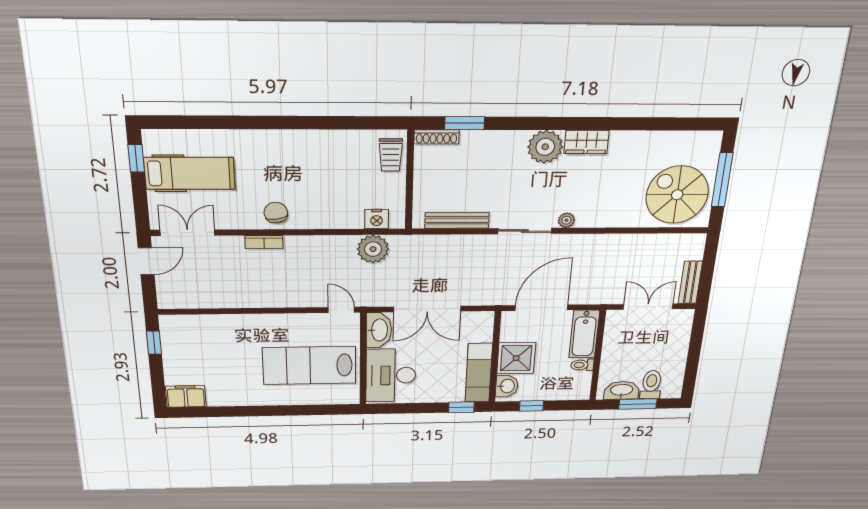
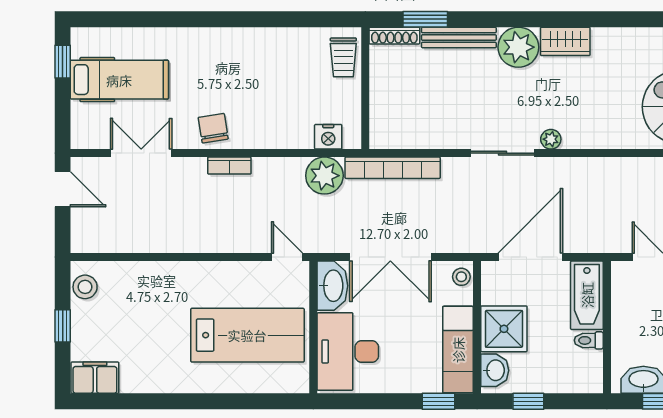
bench: (457, 220) -> (459, 37), moved
double door: (188, 233) -> (141, 153), moved
bookcase: (264, 242) -> (229, 166), moved
bookcase: (431, 243) -> (393, 168), added
door: (146, 261) -> (63, 189), hinge flipped
stool: (485, 322) -> (461, 277), added
stool: (172, 333) -> (85, 287), added
window: (154, 343) -> (63, 326), moved
lab bench: (309, 365) -> (247, 335), turned 180

